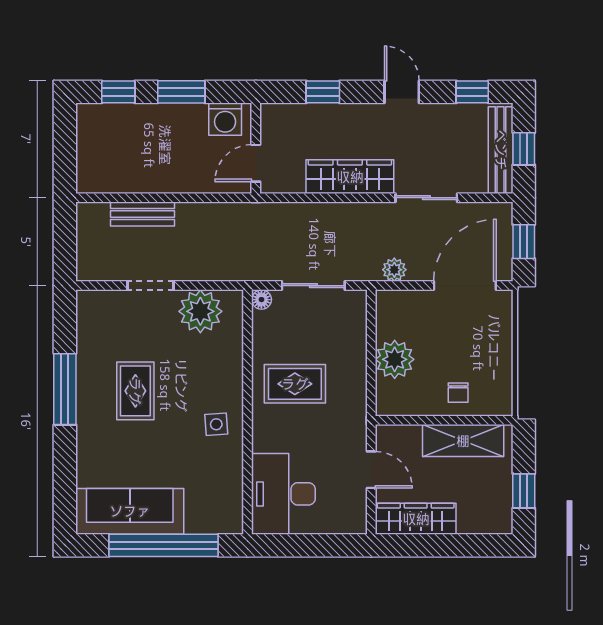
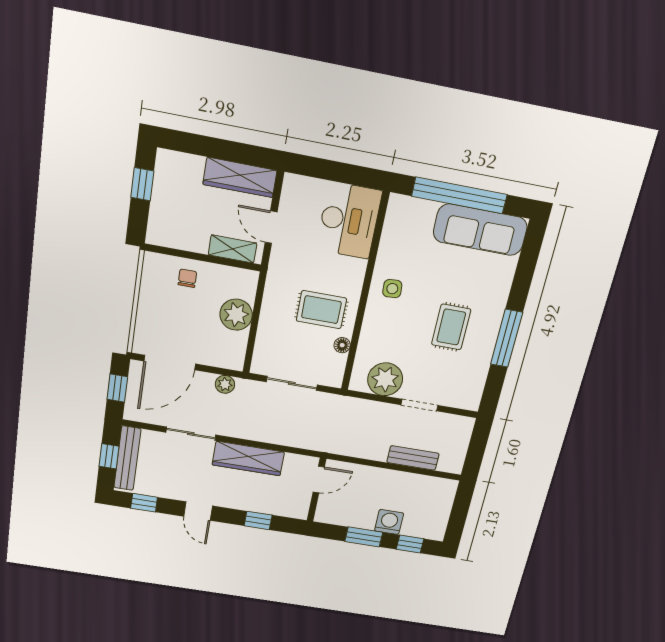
washing machine: (225, 119) -> (389, 522), moved
floor lamp: (261, 300) -> (342, 345), moved
shelving: (463, 441) -> (233, 249), moved, width x0.67, depth x0.75

